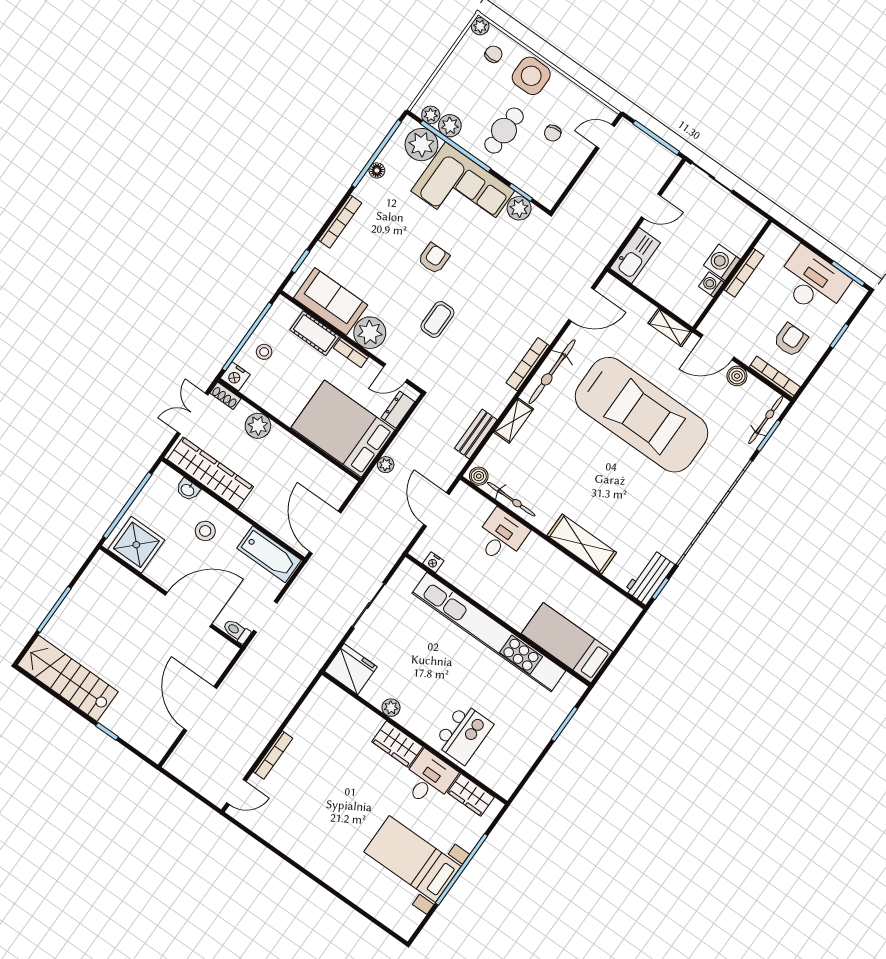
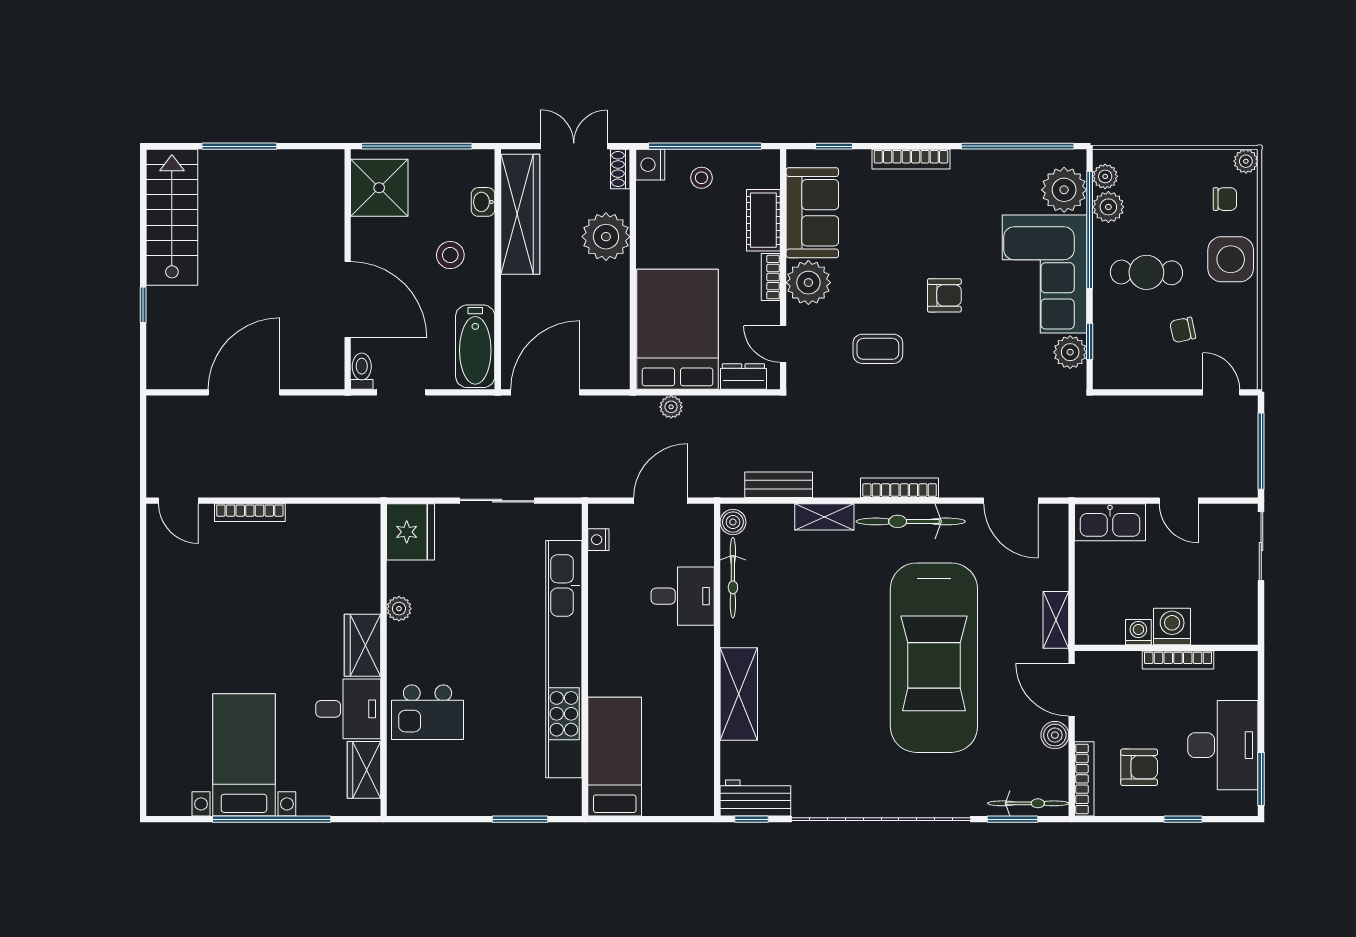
floor lamp: (377, 170) -> (999, 160), removed
plant: (258, 426) -> (606, 237), width x1.36, depth x1.36

